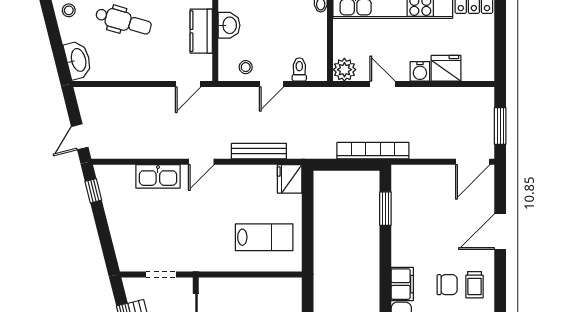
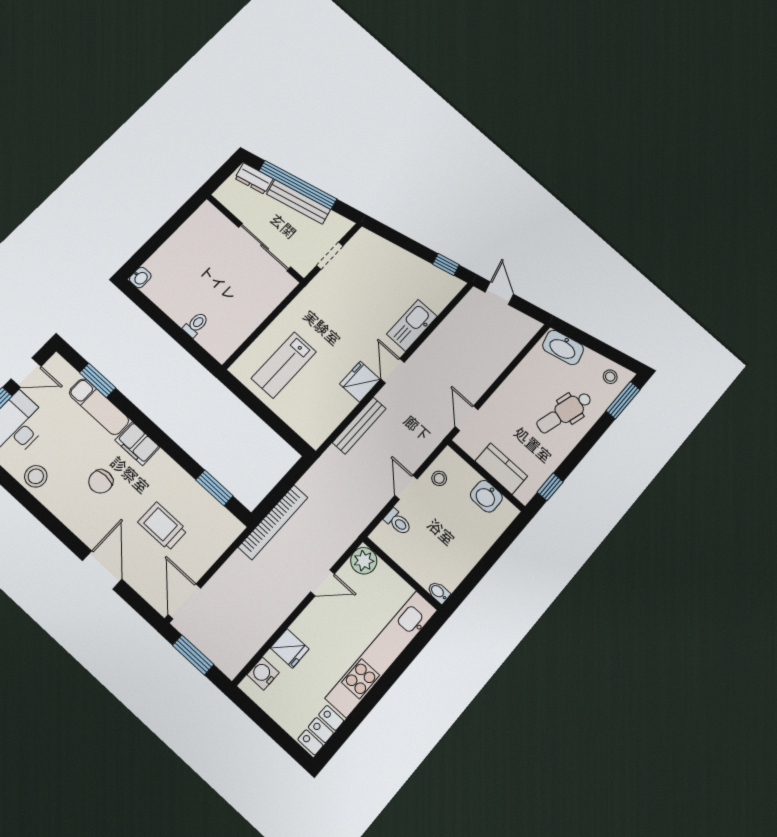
fridge: (446, 68) -> (290, 648), width x0.72
water cooler: (420, 71) -> (263, 674), moved
fridge: (290, 179) -> (360, 382), moved, turned -90
trolley: (475, 285) -> (163, 526), moved, width x1.36, depth x1.39

